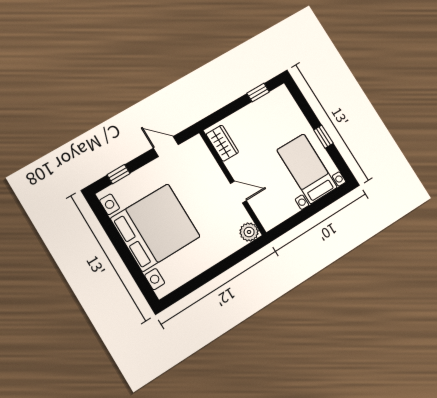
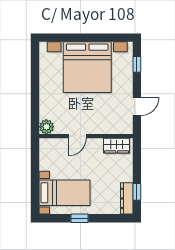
dresser: (272, 99) -> (127, 198), added

